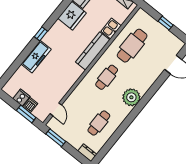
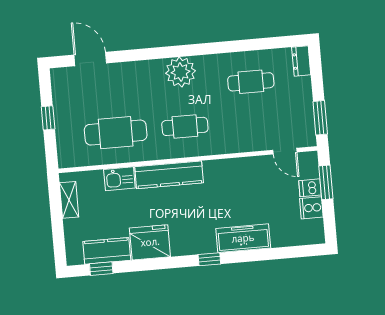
door: (56, 109) -> (285, 151), swing flipped

